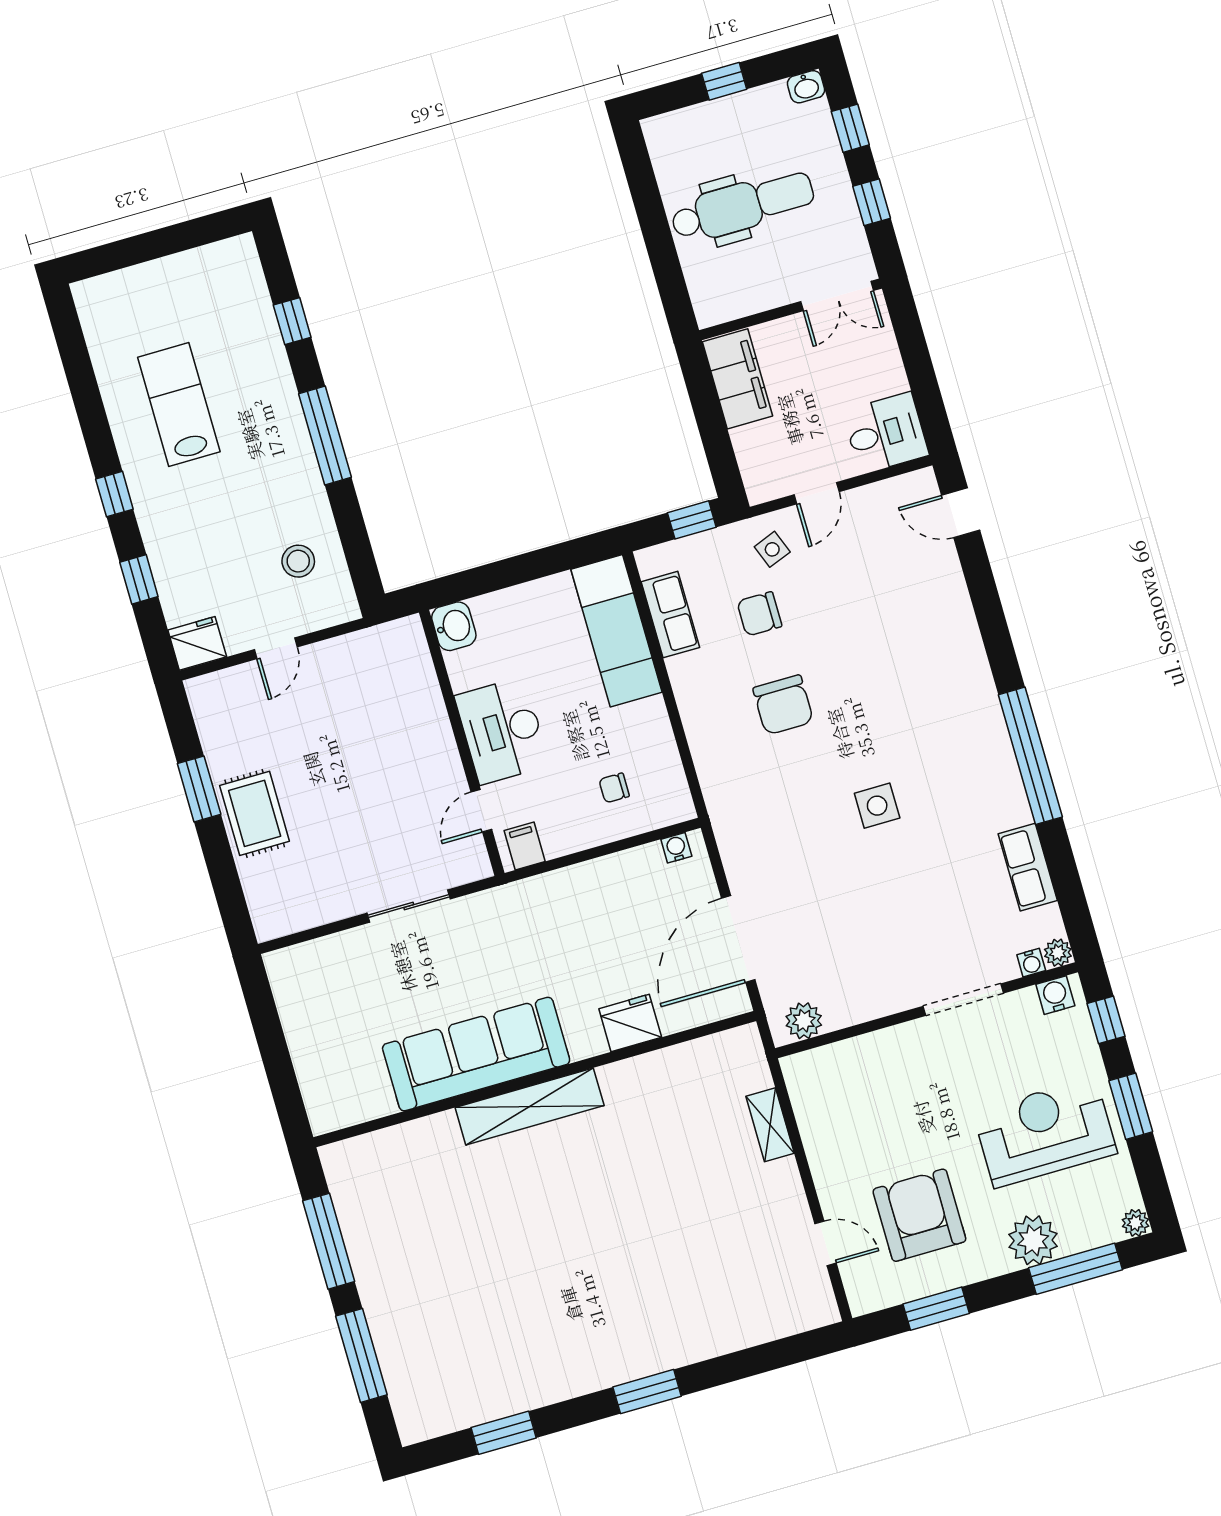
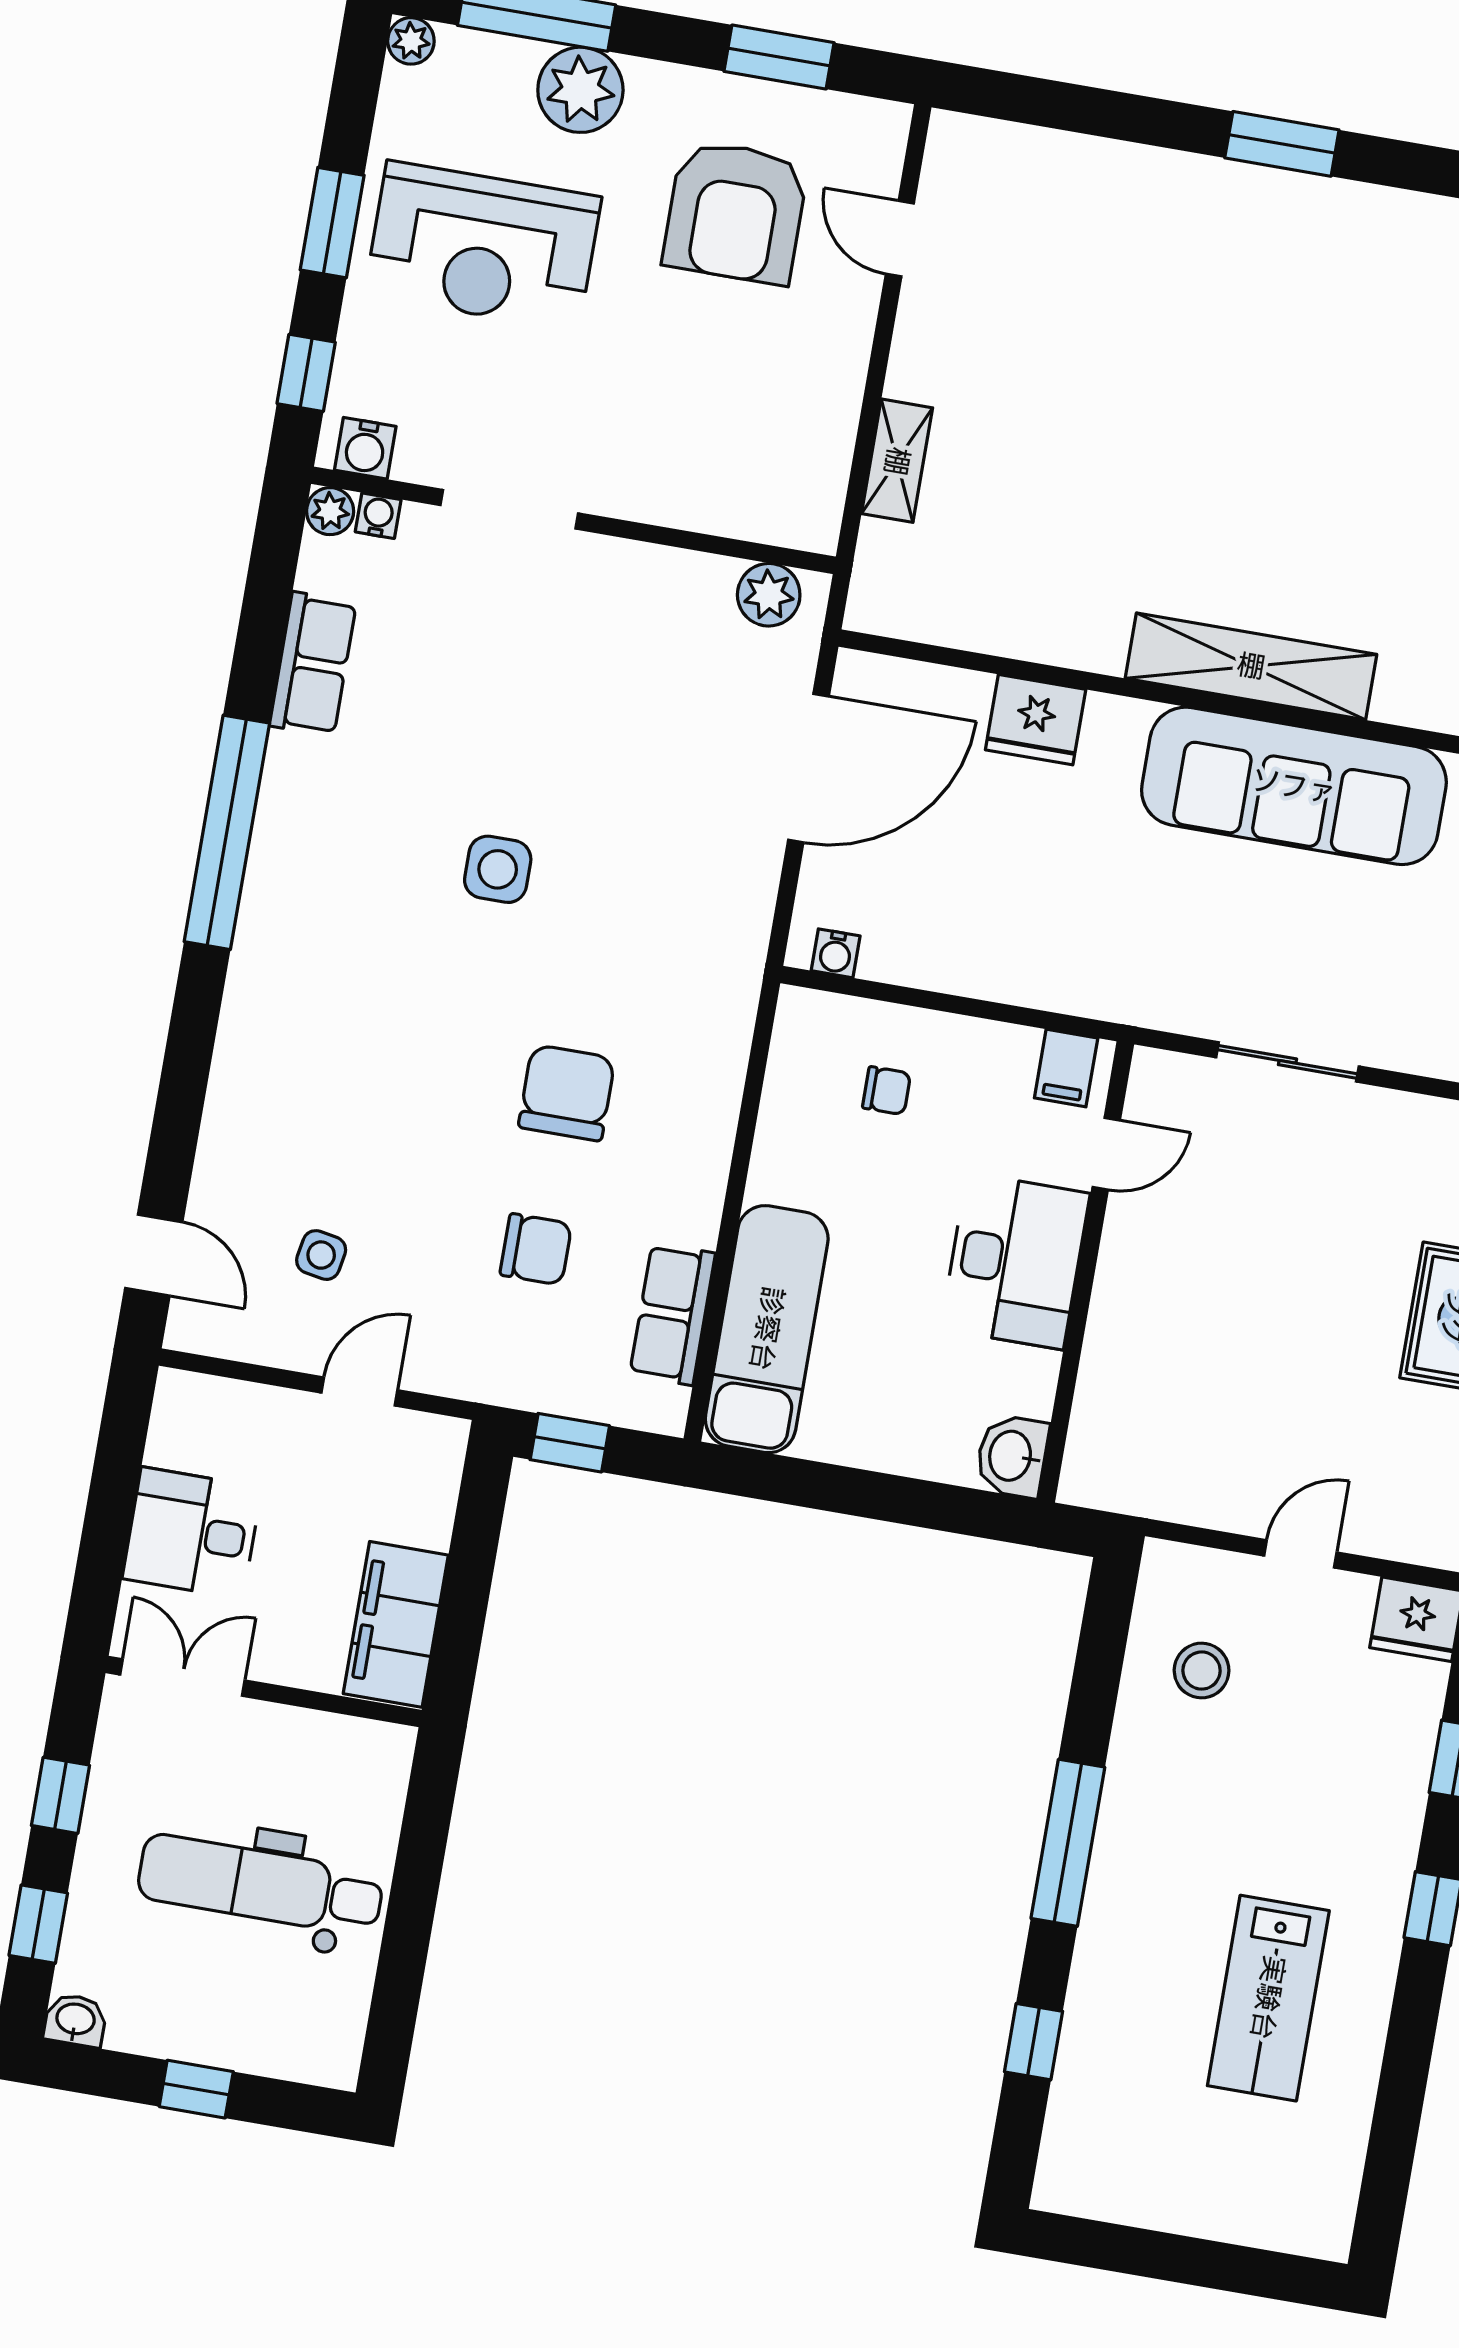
desk: (886, 433) -> (192, 1533), moved
side table: (772, 549) -> (321, 1255), moved, turned 31

